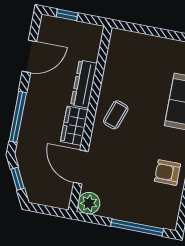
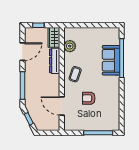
wardrobe: (74, 126) -> (54, 37), moved
armchair: (167, 173) -> (89, 98), moved
plant: (89, 203) -> (70, 46), moved

